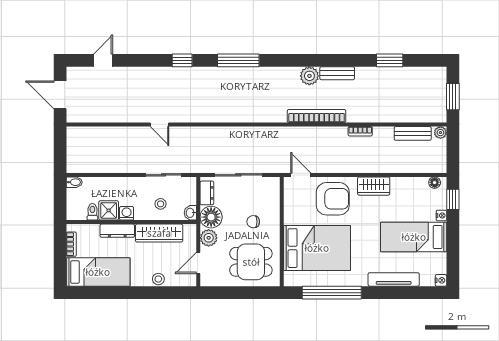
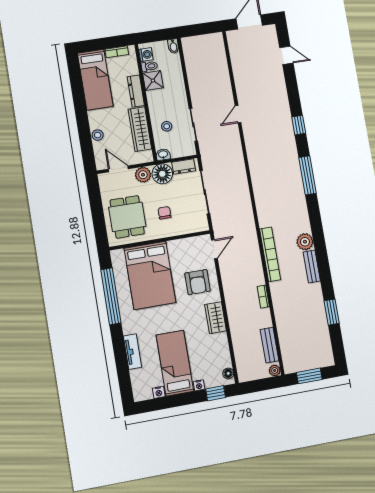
armchair: (333, 199) -> (198, 282), width x0.73, depth x0.73
washing machine: (127, 213) -> (146, 55), moved
tv unit: (394, 279) -> (132, 352), width x0.71
nightstand: (441, 280) -> (159, 392), moved

